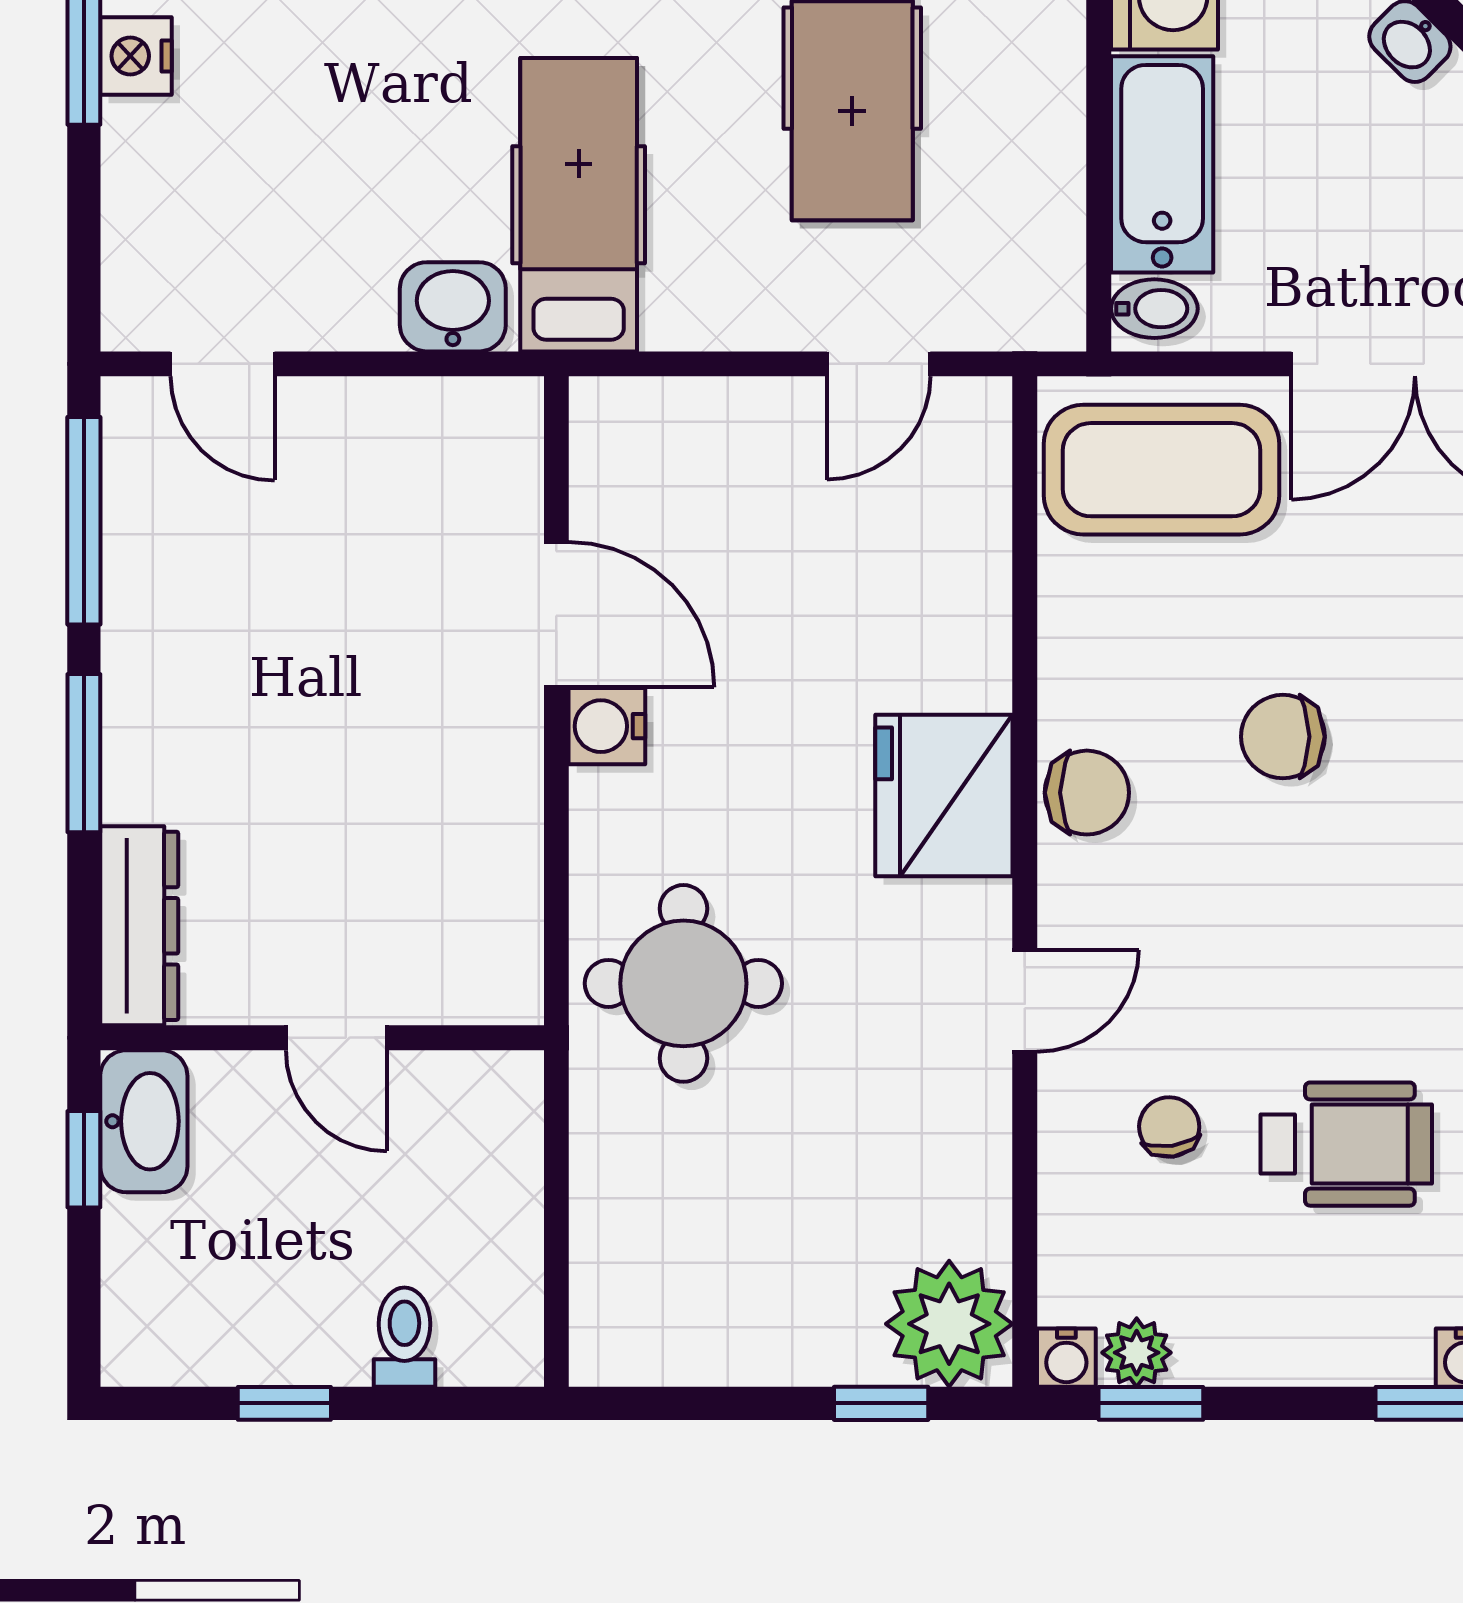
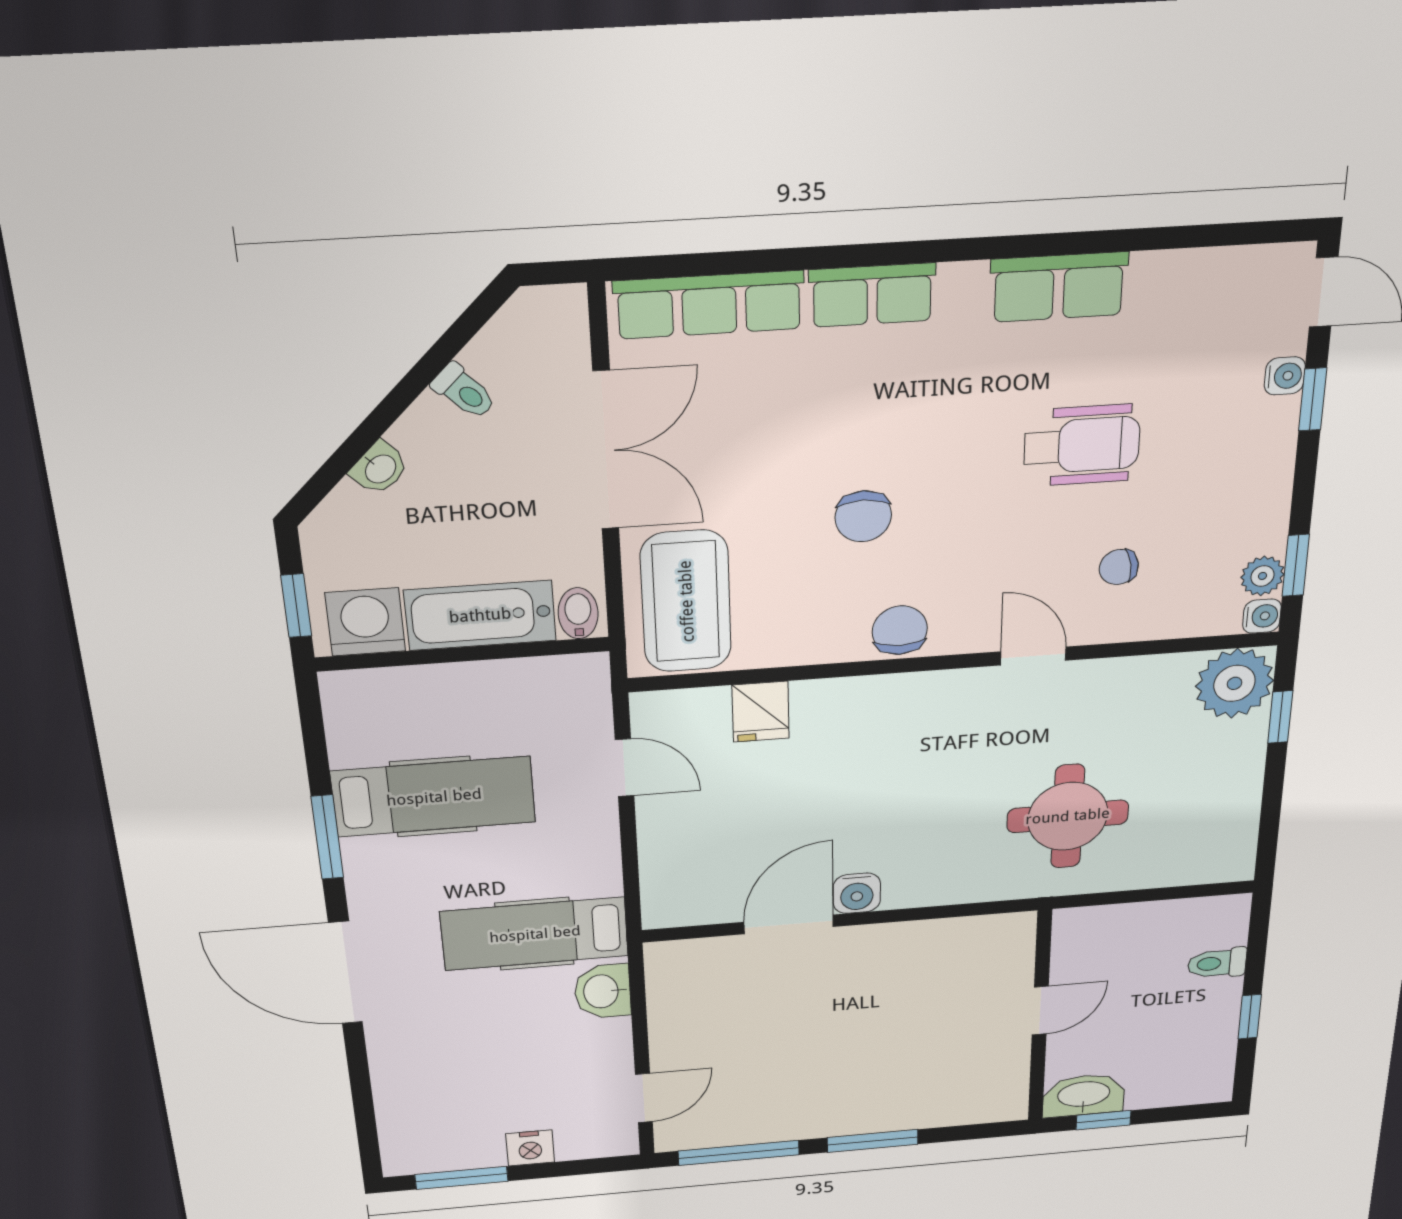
nightstand: (136, 56) -> (530, 1148), moved
fridge: (944, 795) -> (761, 712), moved, width x0.53, depth x0.75
dresser: (139, 926) -> (972, 1107), removed
round table: (683, 983) -> (1068, 816), moved
wheelchair: (1346, 1144) -> (1082, 445), moved, turned 90

